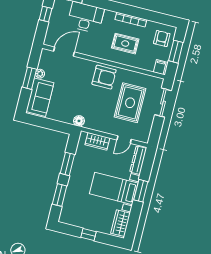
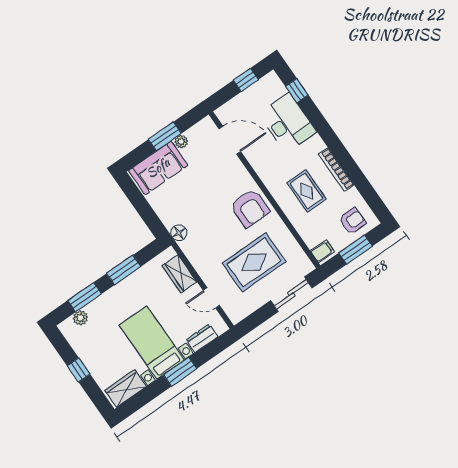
dresser: (138, 160) -> (202, 338), width x0.70
plant: (67, 207) -> (80, 318), added

